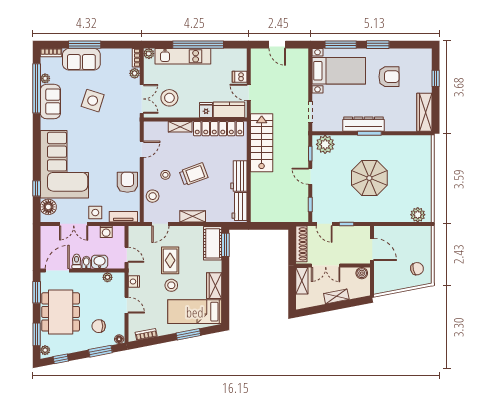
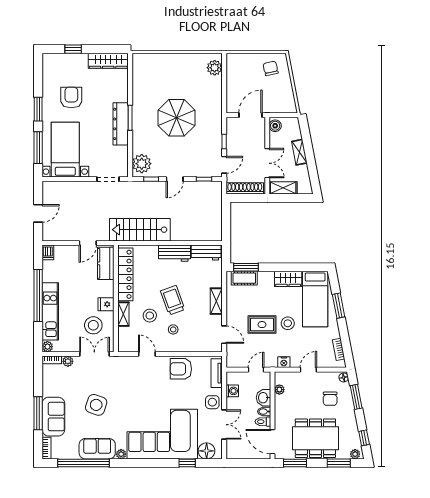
dishwasher: (240, 77) -> (48, 252), moved
plant: (45, 78) -> (121, 454), moved
fridge: (206, 110) -> (106, 304), moved
stool: (153, 196) -> (150, 316), moved
cot: (213, 243) -> (244, 278), width x0.73, depth x0.75

